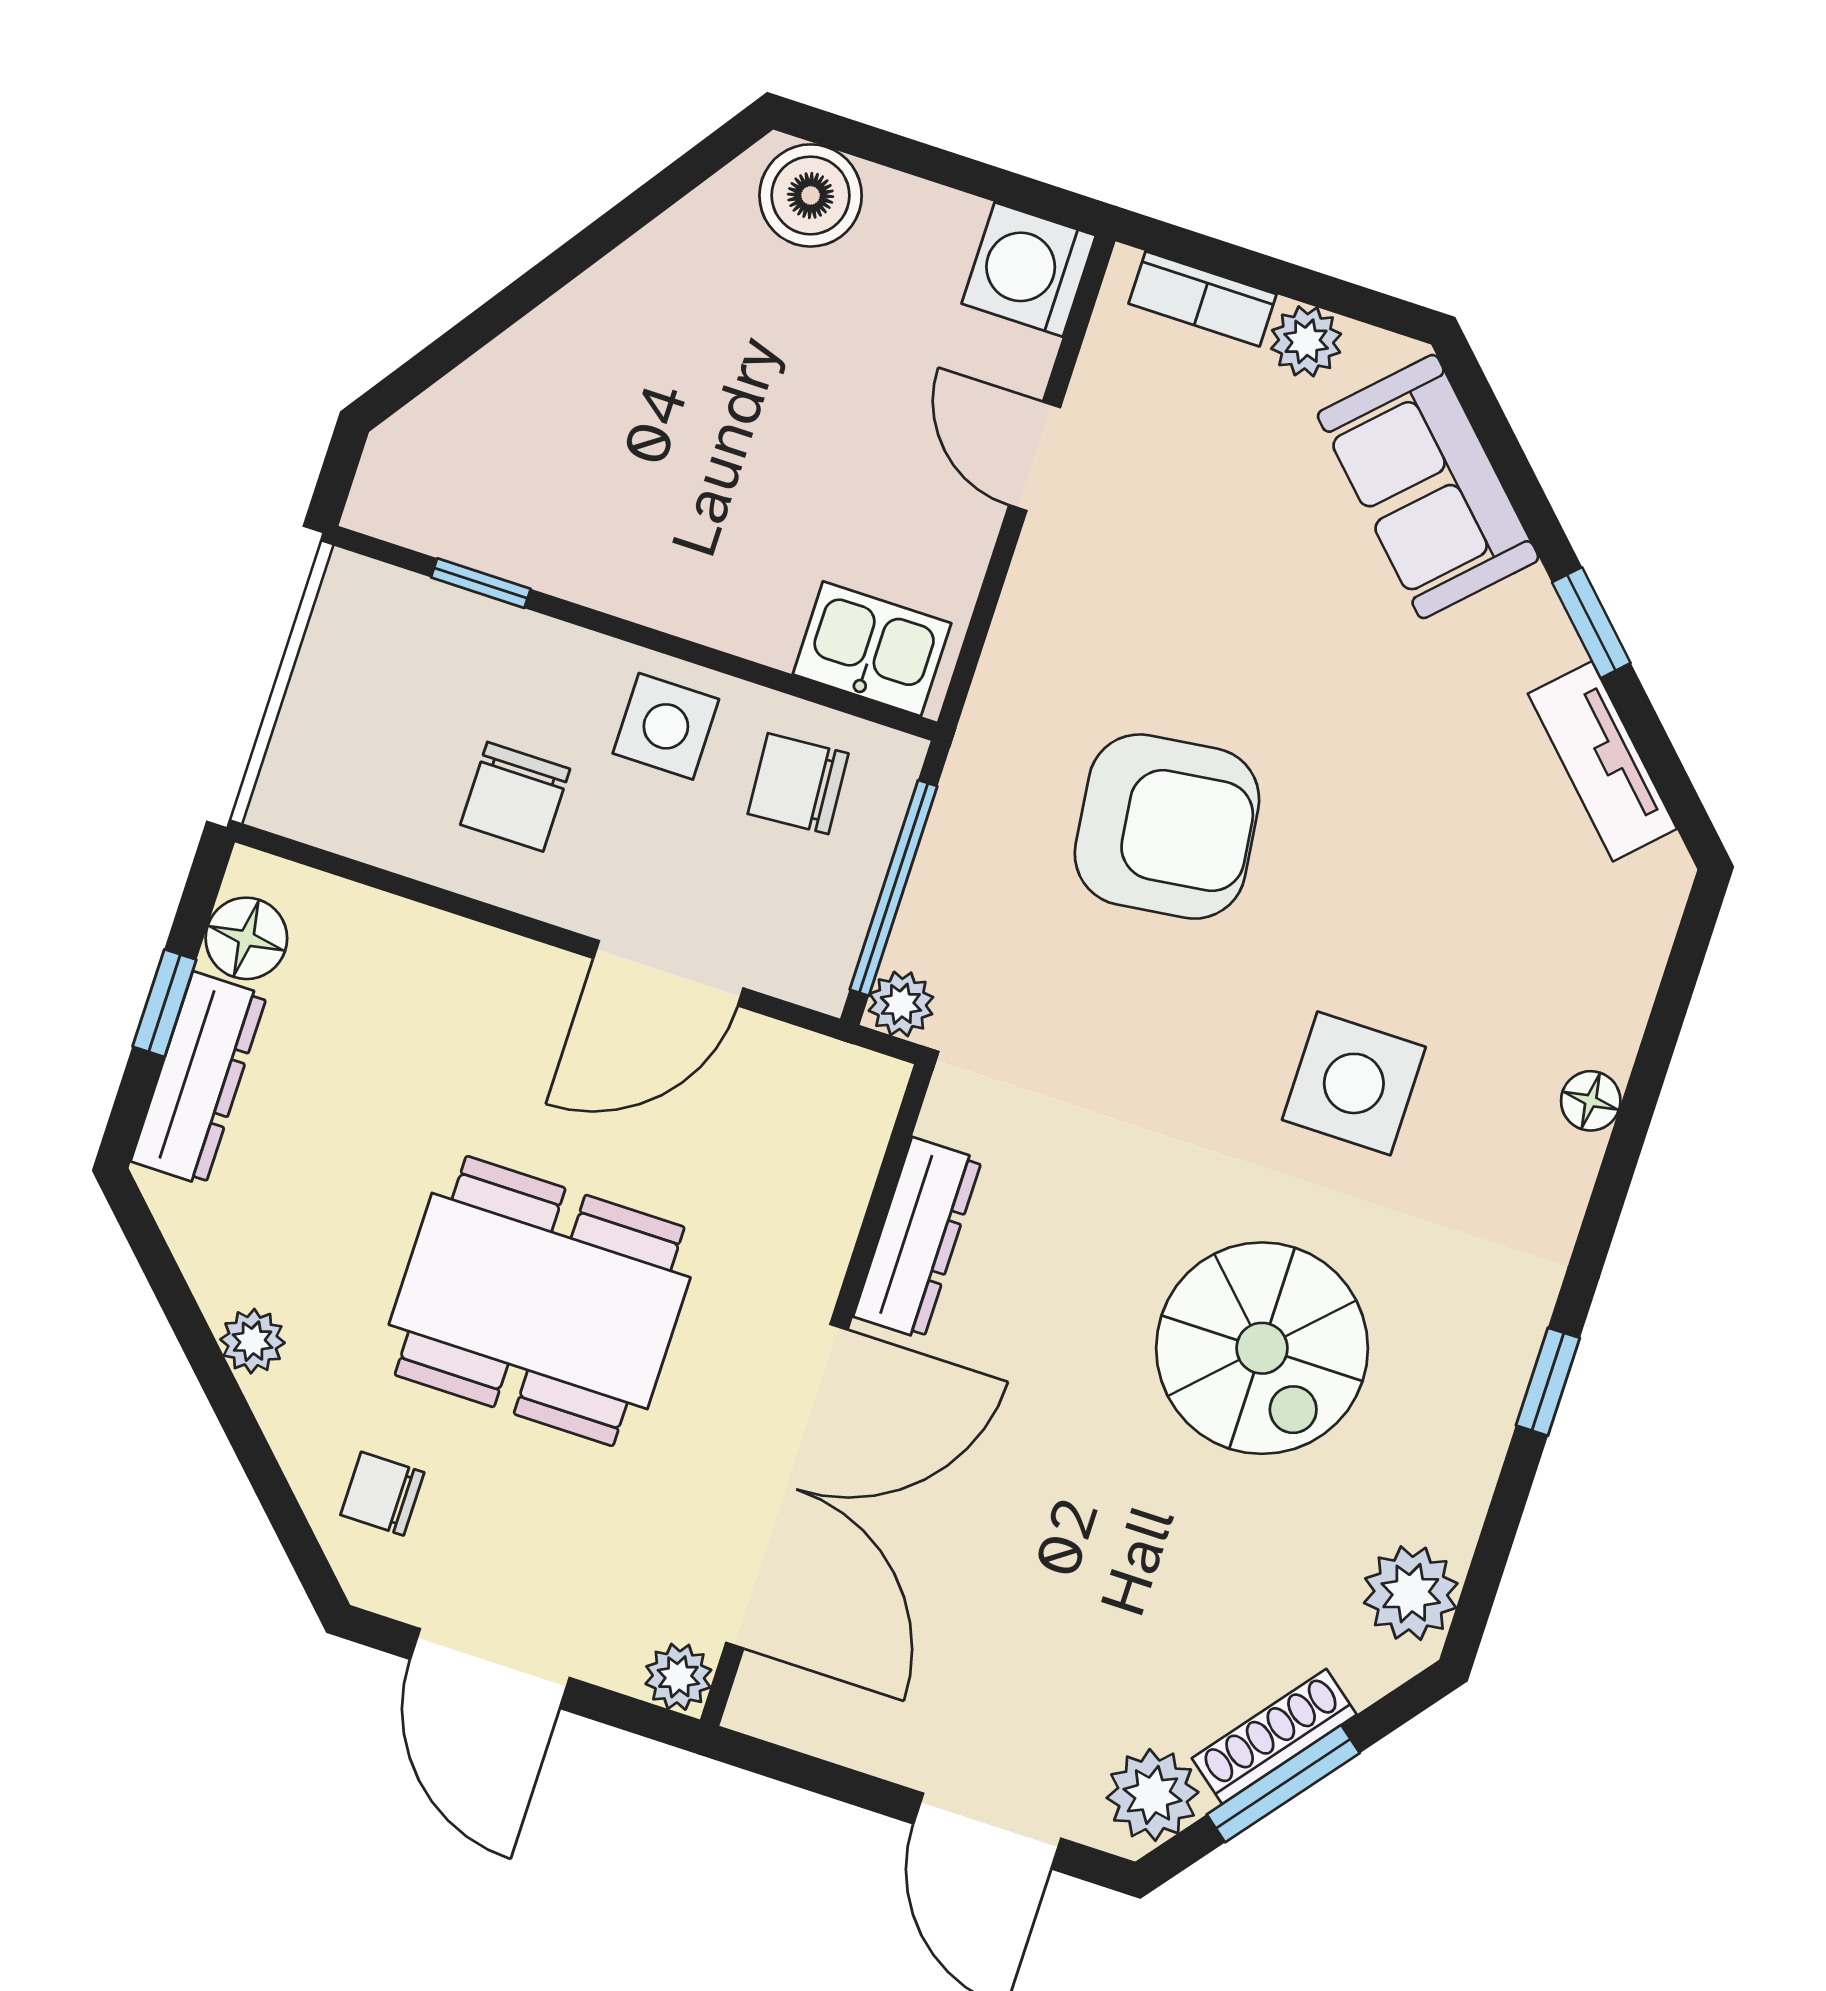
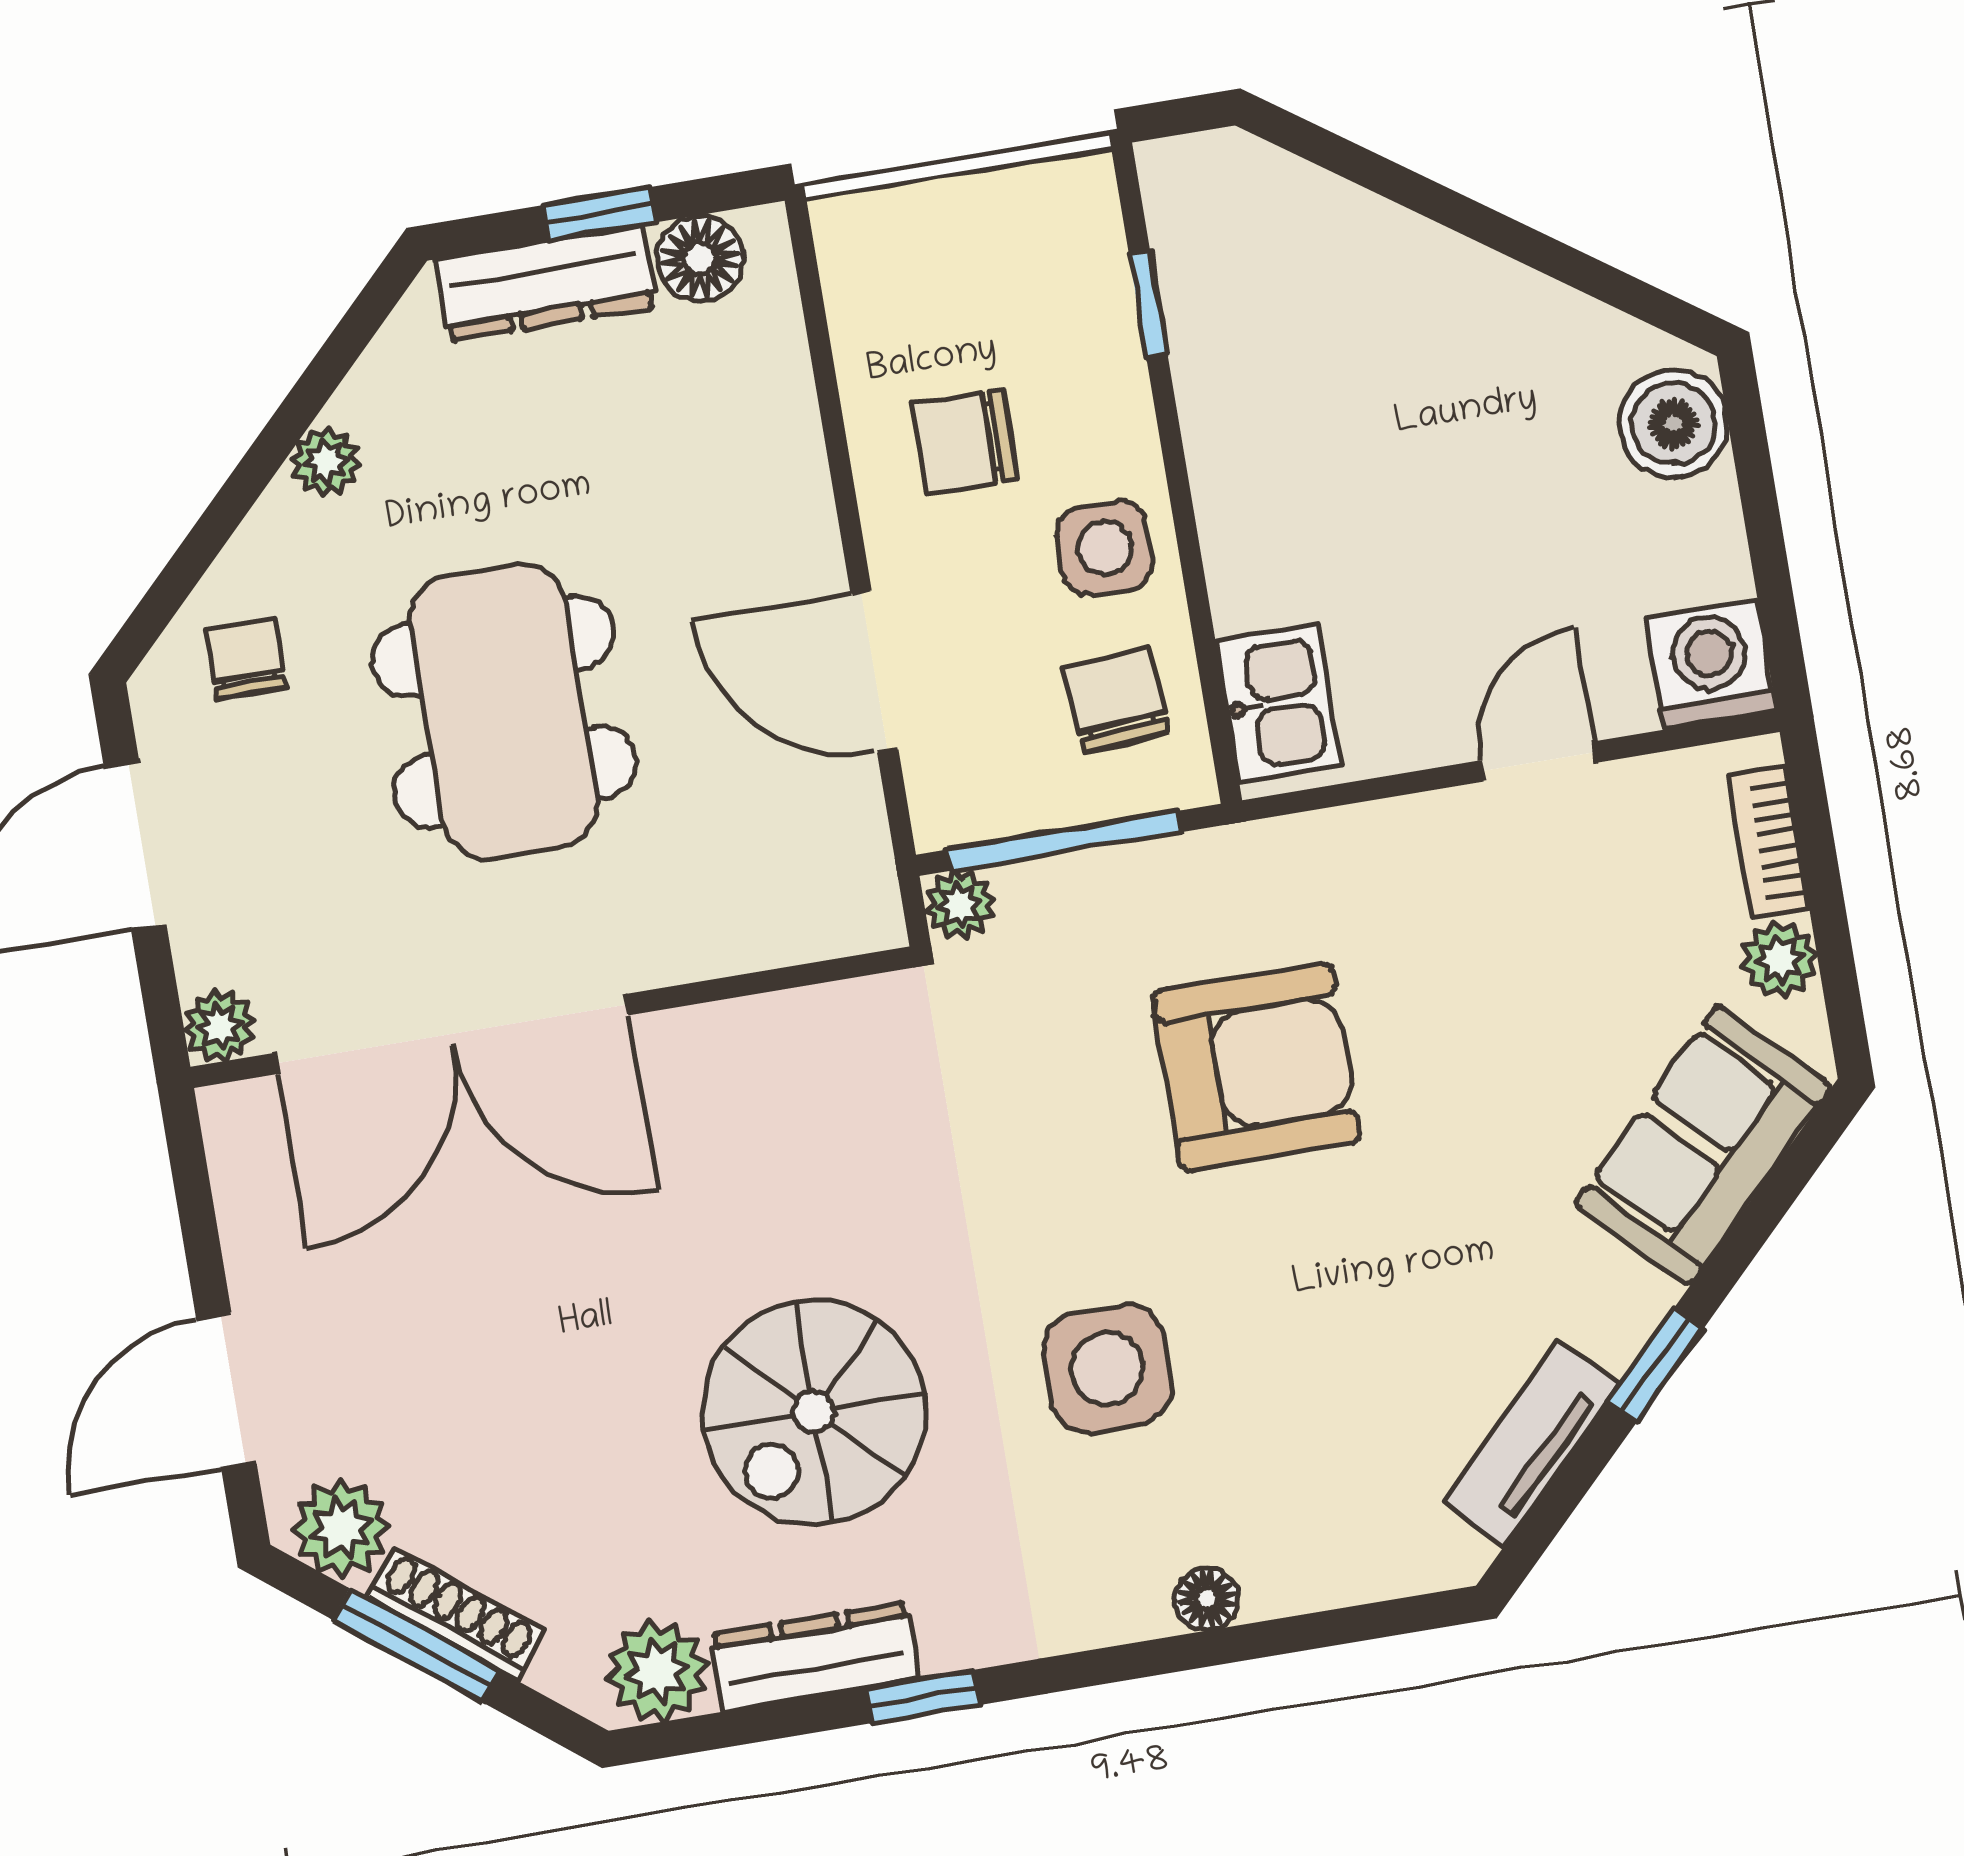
armchair: (1167, 827) -> (1256, 1067), turned -83
dresser: (918, 1238) -> (815, 1657), moved, turned 180

